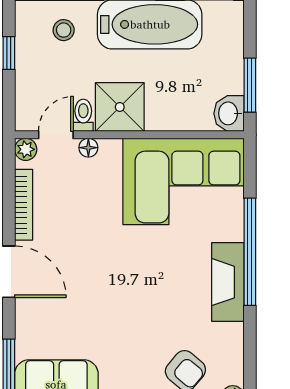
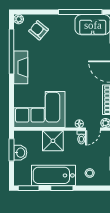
shower: (120, 107) -> (53, 141), moved
washbasin: (229, 113) -> (20, 153), moved
window: (250, 252) -> (12, 51), moved

